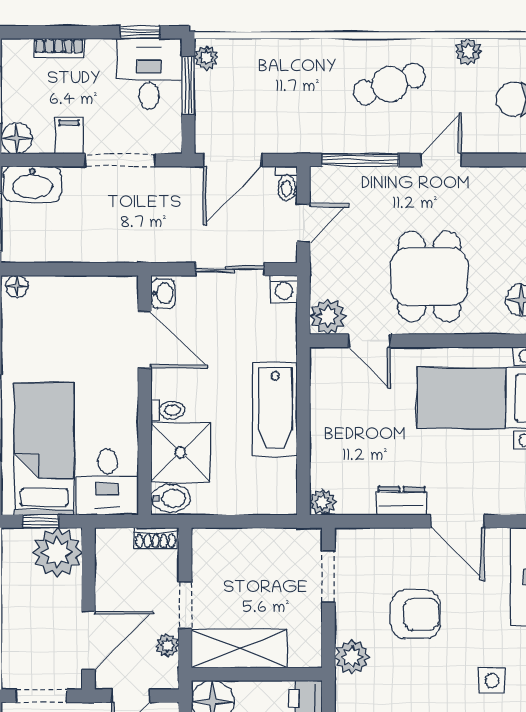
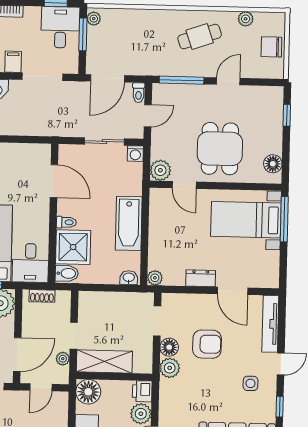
washbasin: (163, 293) -> (129, 278), moved, turned -90
shoe rack: (156, 538) -> (42, 296), moved
floor lamp: (350, 621) -> (169, 347), added

